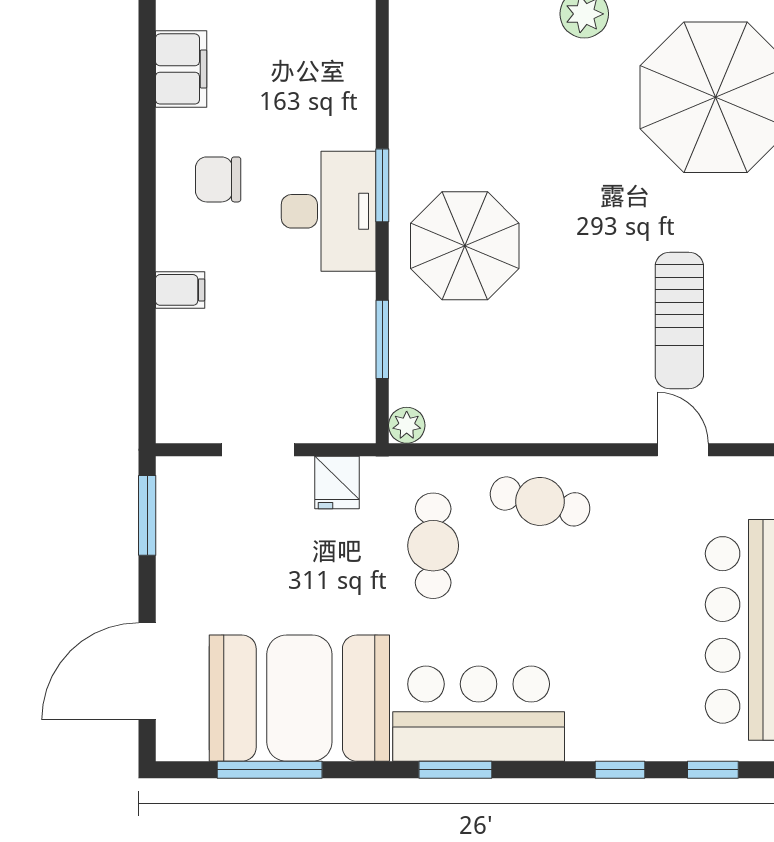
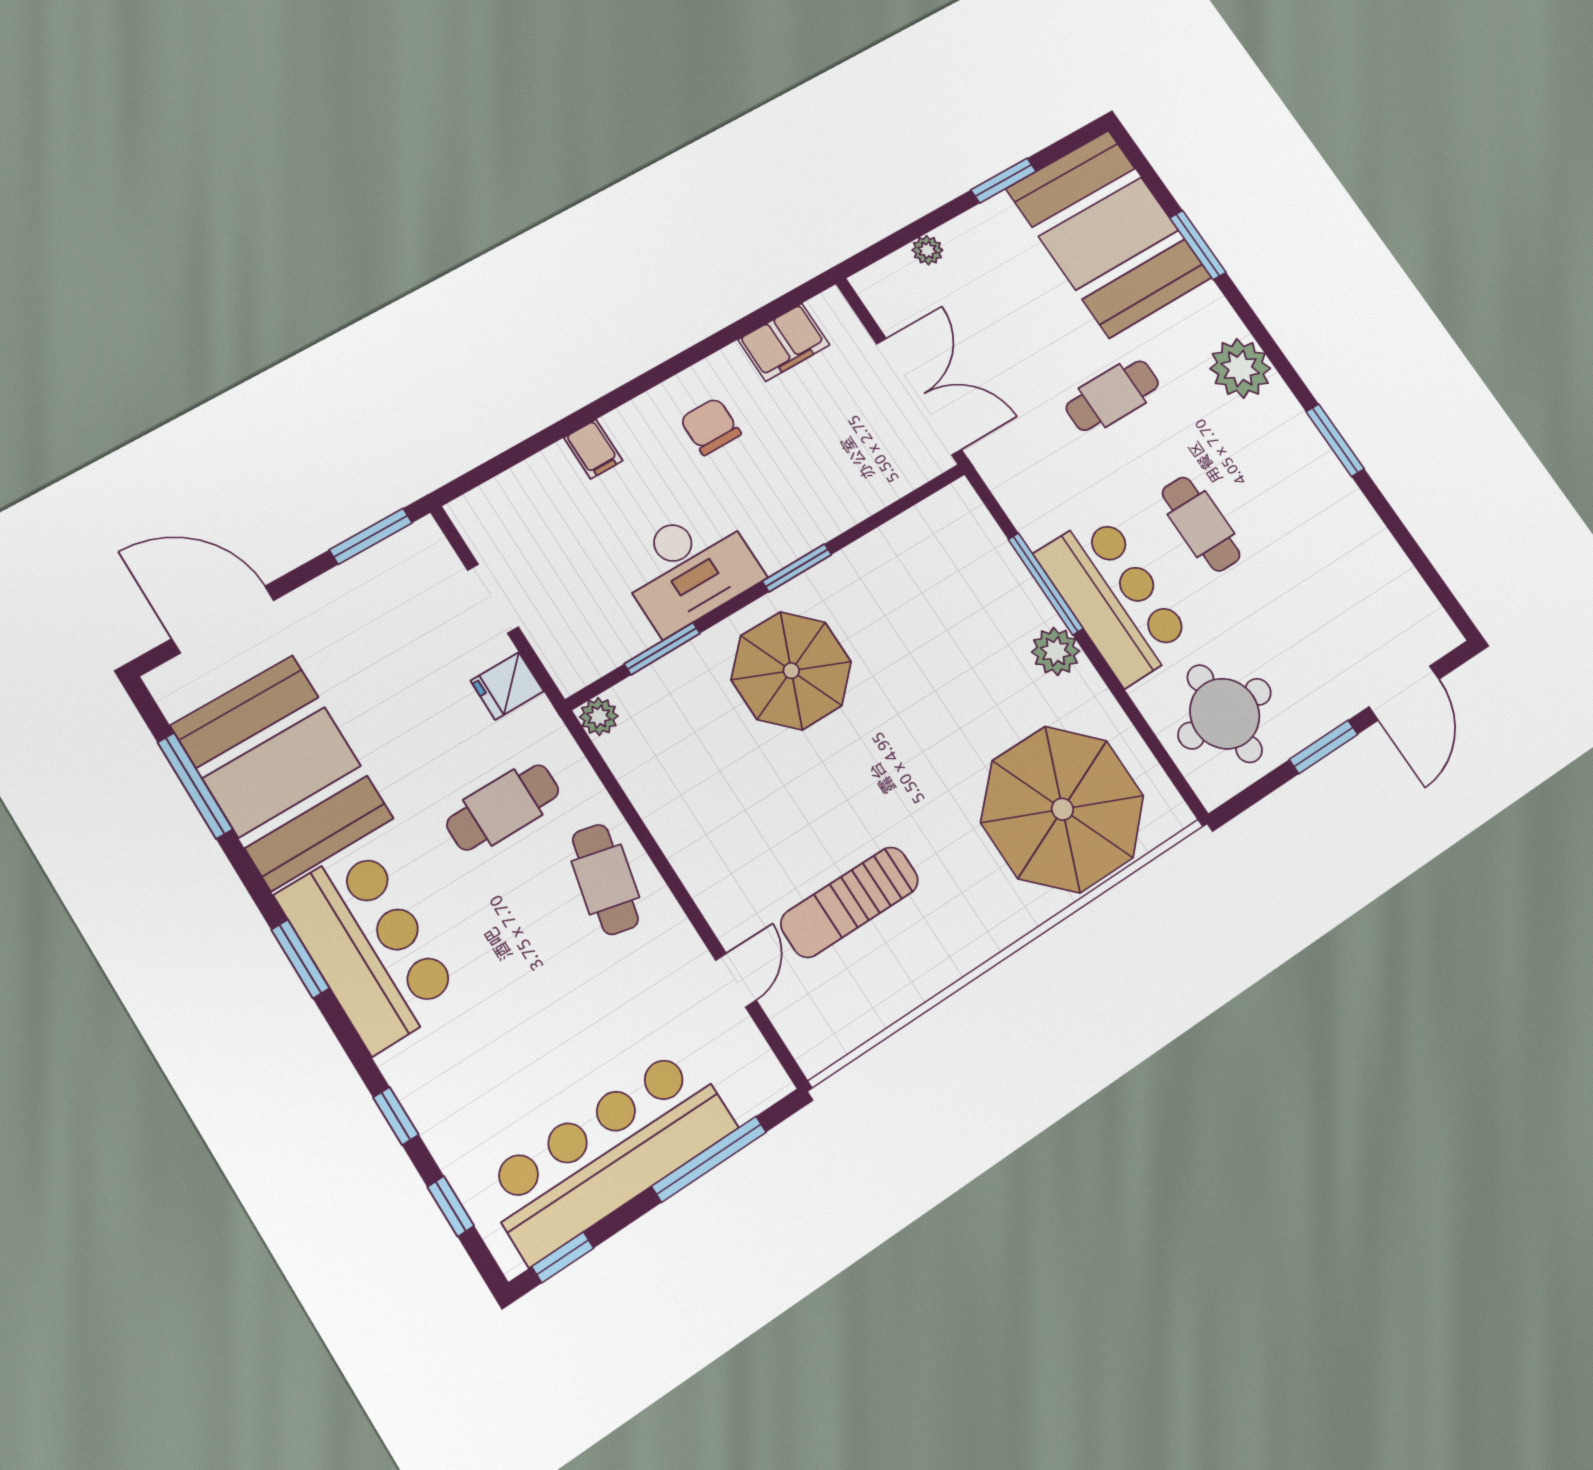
desk: (329, 211) -> (689, 568), moved

